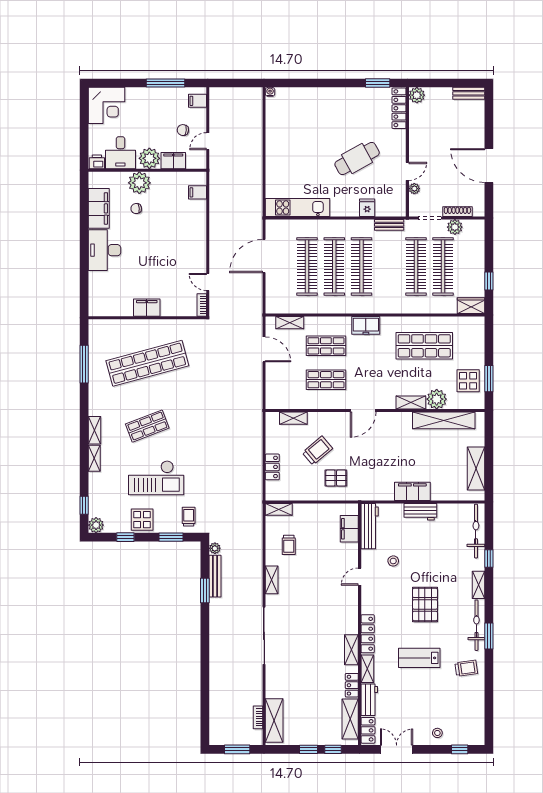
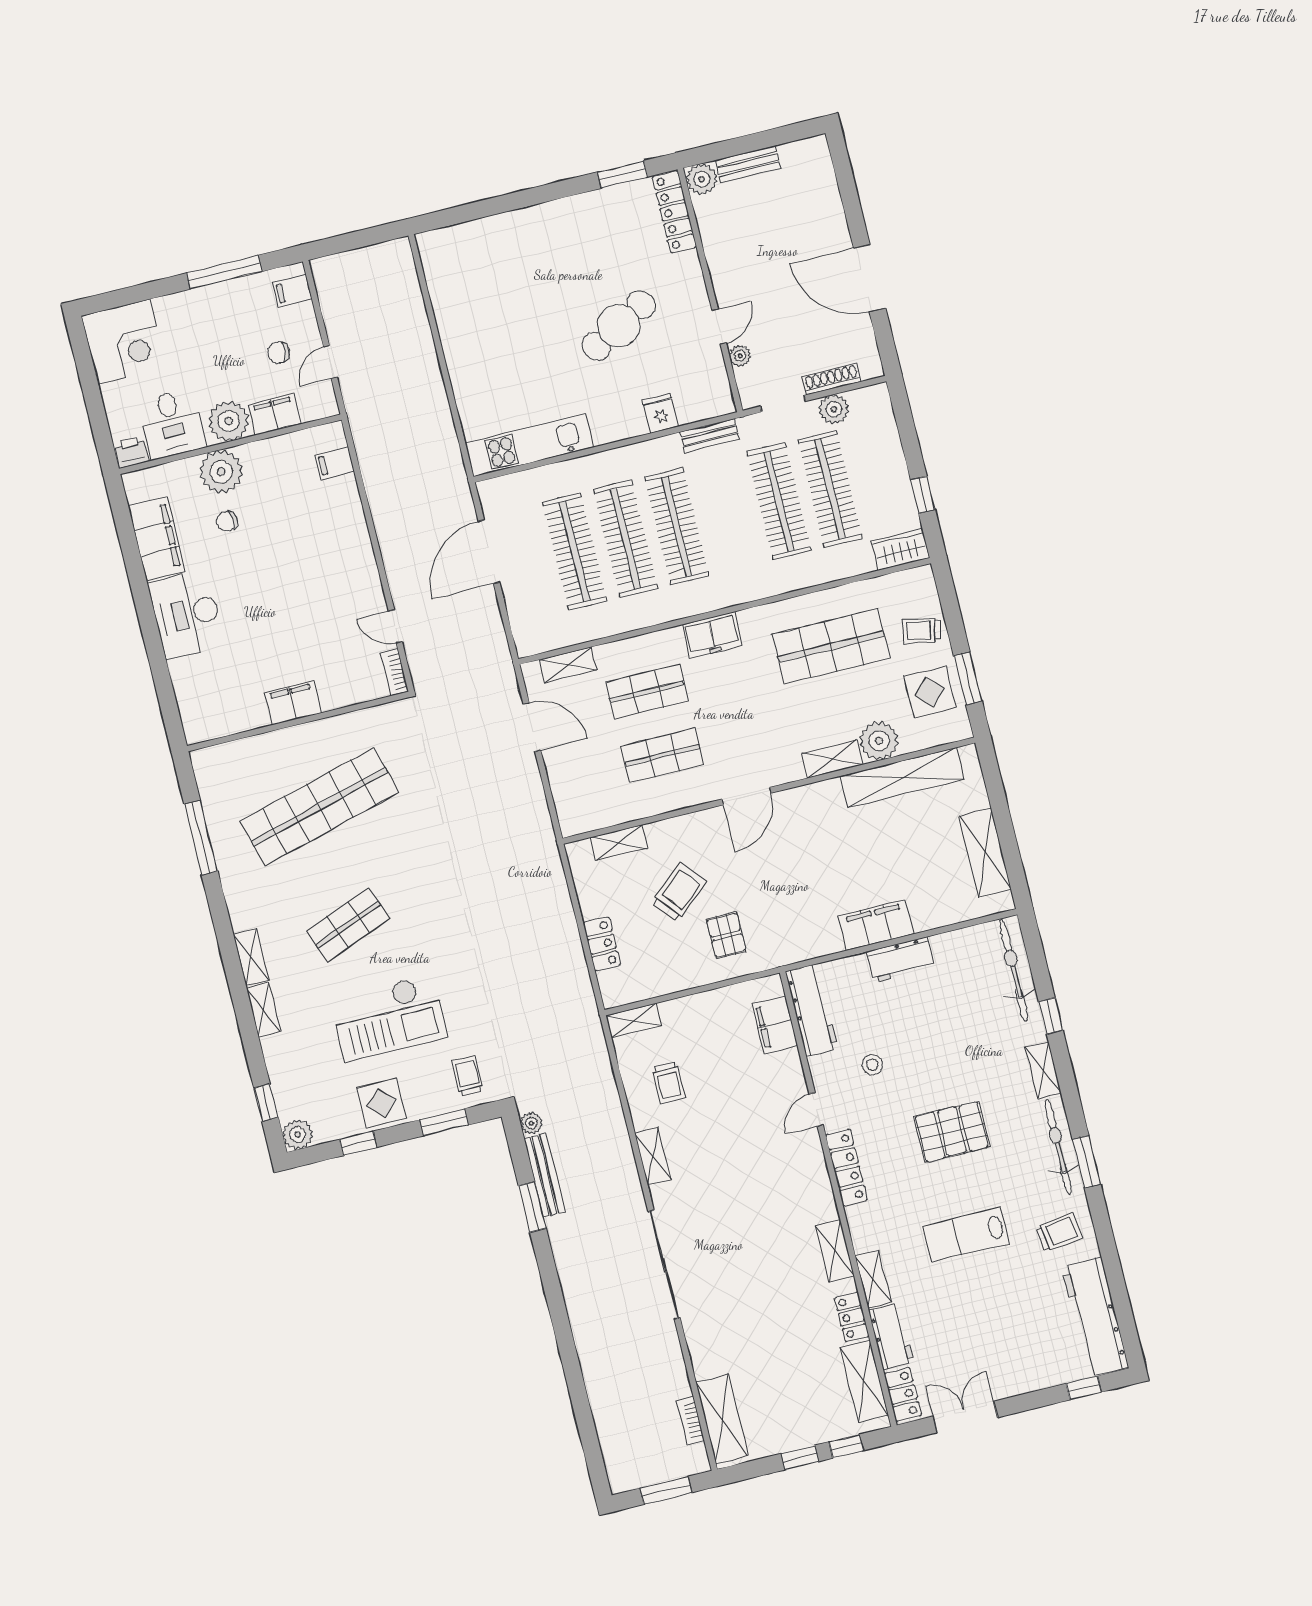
water cooler: (270, 92) -> (425, 241), removed
bench: (469, 93) -> (748, 164), moved
trolley: (472, 349) -> (922, 631), added
pallet: (336, 478) -> (726, 935), turned 90
pallet: (425, 604) -> (952, 1132), turned 90
locker: (368, 634) -> (846, 1168), moved
workbench: (474, 715) -> (1095, 1317), added
stool: (437, 733) -> (1034, 1367), removed

